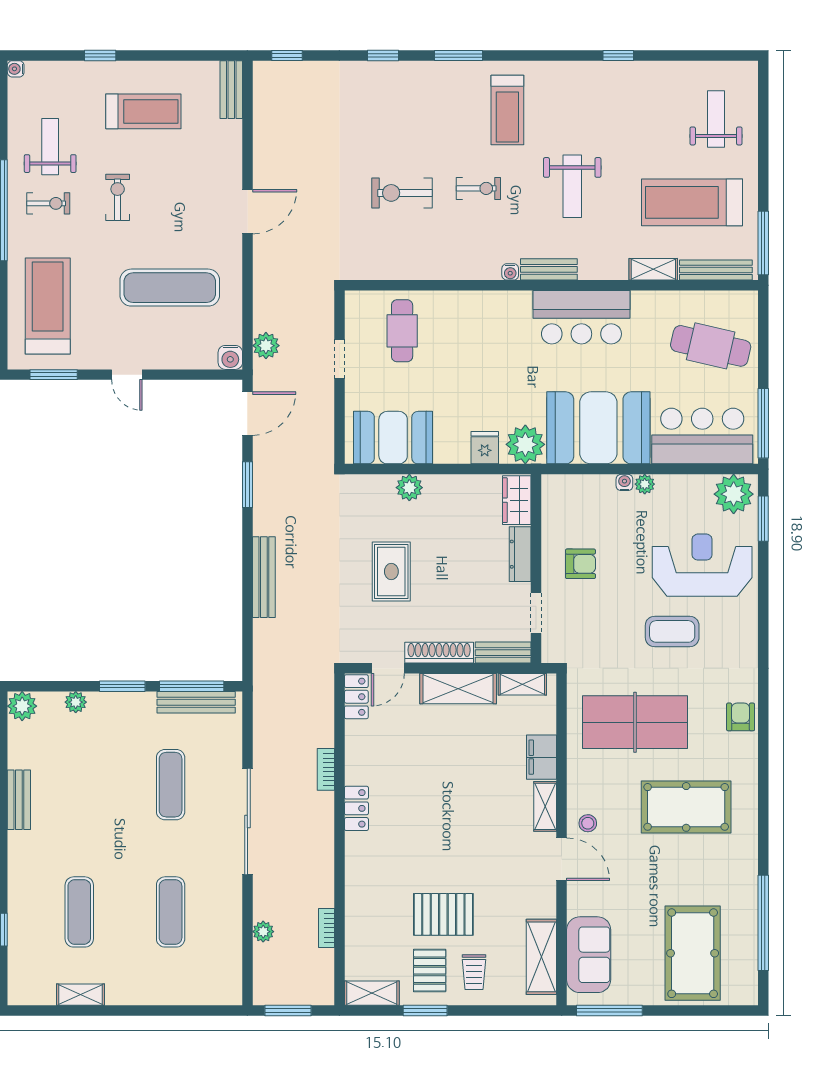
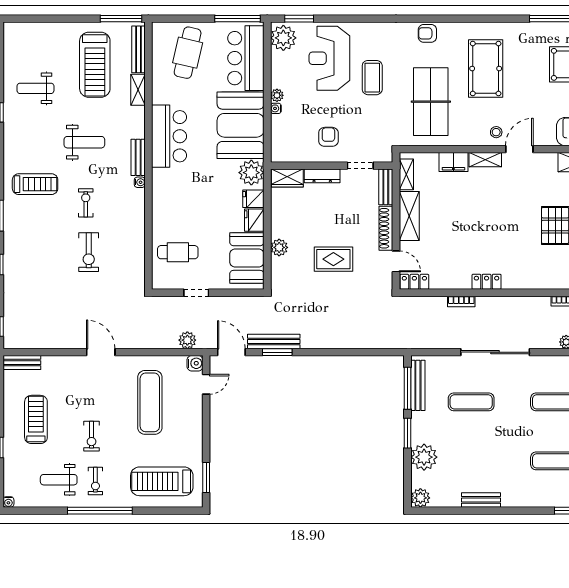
weight bench: (716, 119) -> (35, 88), moved
exercise bike: (118, 197) -> (92, 436), turned -90
exercise bike: (48, 203) -> (95, 481), turned 180
door: (127, 375) -> (206, 384), moved
fridge: (452, 449) -> (254, 220), added
bench: (264, 577) -> (274, 342), moved
plant: (76, 702) -> (424, 457), width x1.88, depth x1.88

